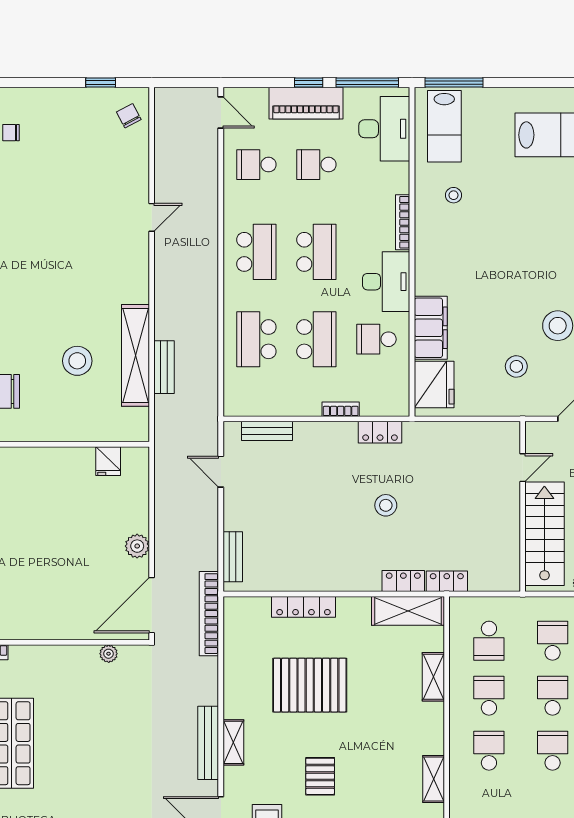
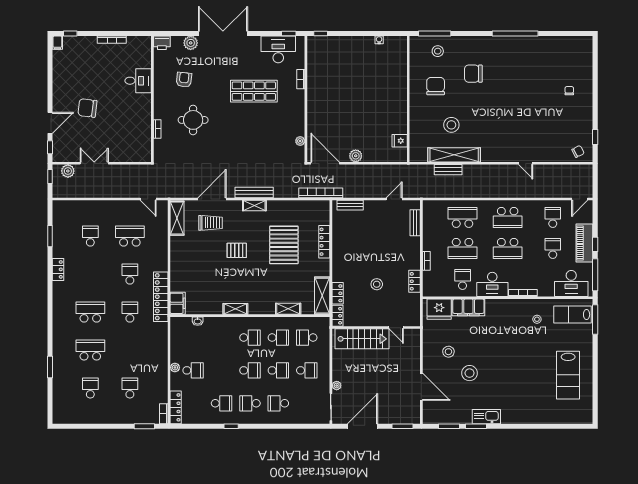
door: (523, 468) -> (396, 328), moved
wall: (523, 506) -> (376, 328), moved
stairs: (544, 534) -> (362, 339), moved

